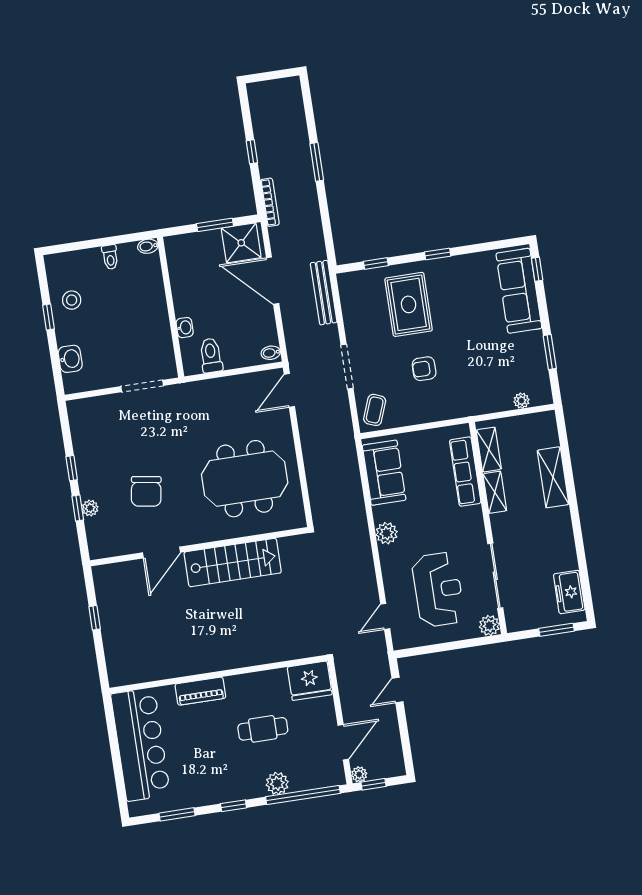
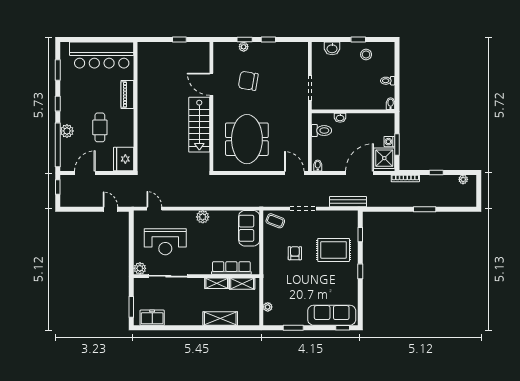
washing machine: (212, 238) -> (389, 142), added
sofa: (384, 473) -> (249, 228), moved, turned 90
door: (343, 742) -> (85, 173), swing flipped
plant: (359, 774) -> (463, 179), moved

